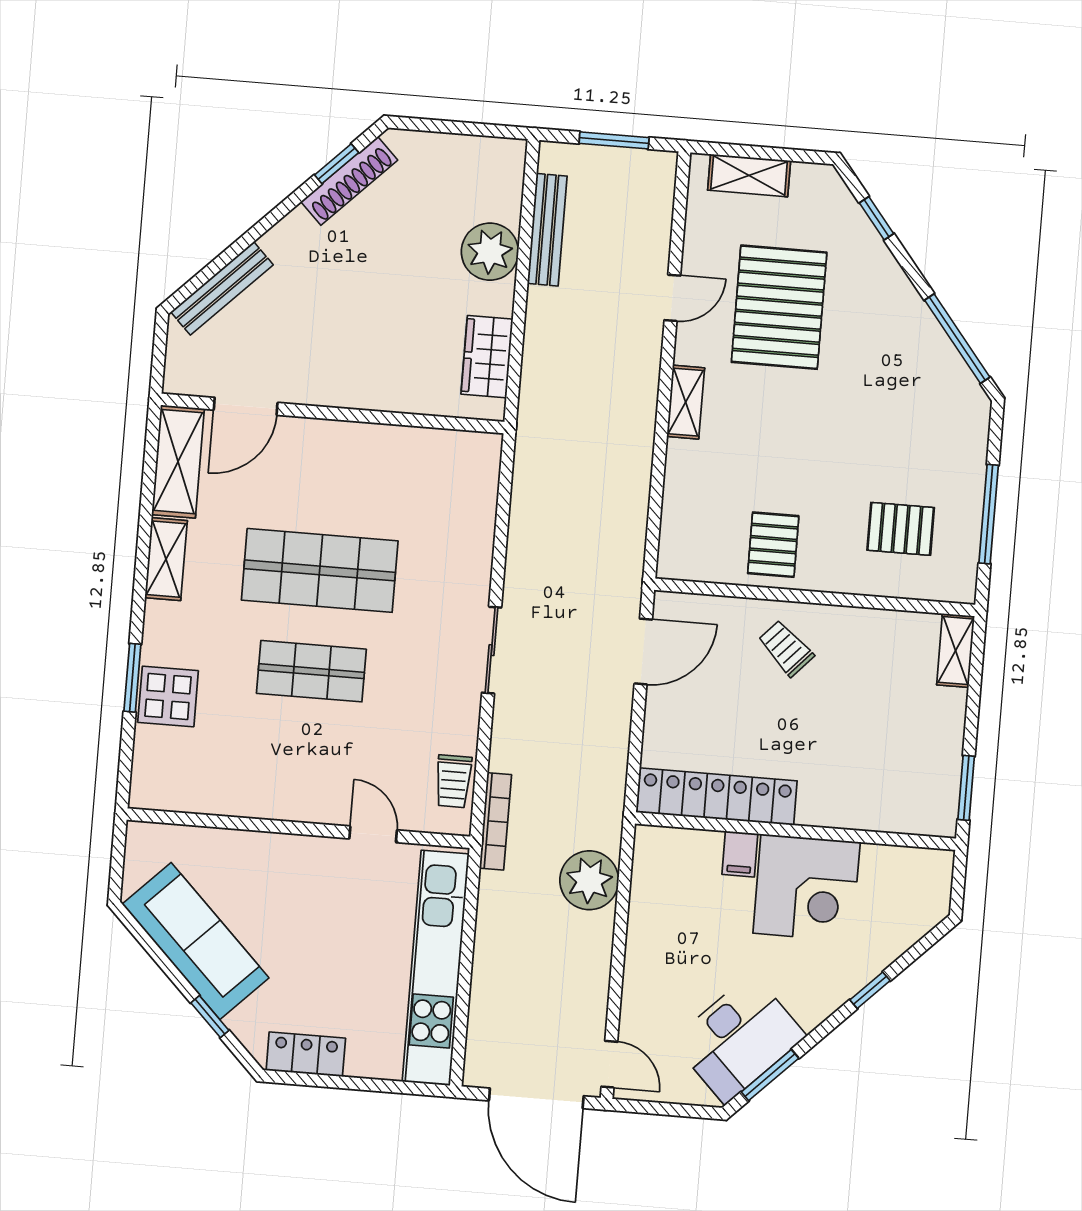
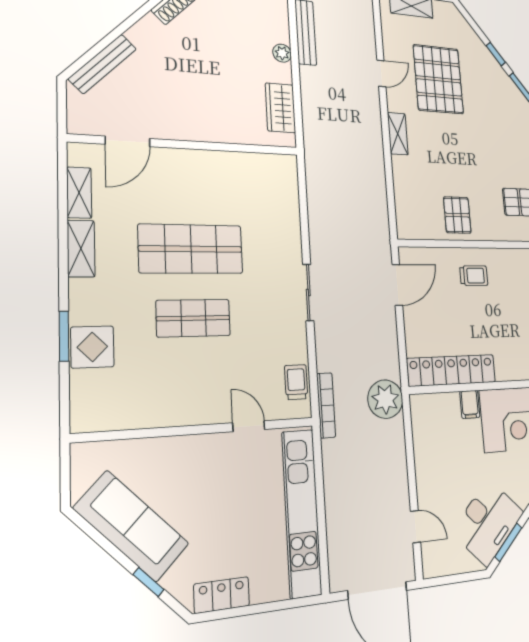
window: (877, 218) -> (496, 54), moved
plant: (490, 252) -> (282, 53), width x0.53, depth x0.53
shelving: (178, 462) -> (79, 193), width x0.67, depth x0.75
trolley: (786, 648) -> (474, 276), turned 137
trolley: (453, 781) -> (296, 382), turned 180
plant: (589, 880) -> (385, 399), moved
door: (609, 1064) -> (415, 527), moved

